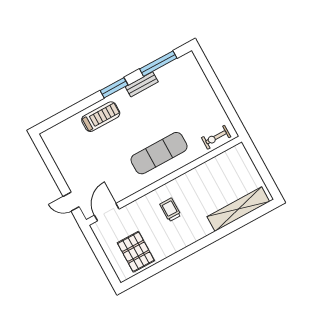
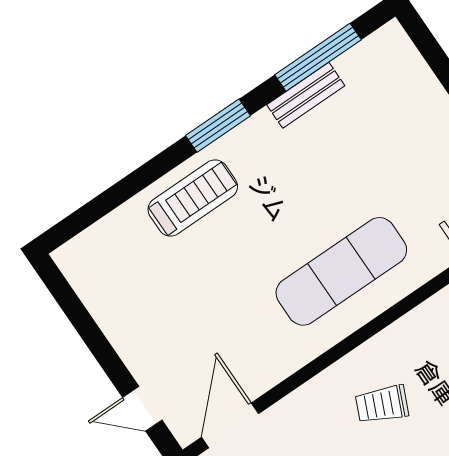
bench: (142, 84) -> (306, 95), moved
trolley: (170, 210) -> (382, 404), turned -66

